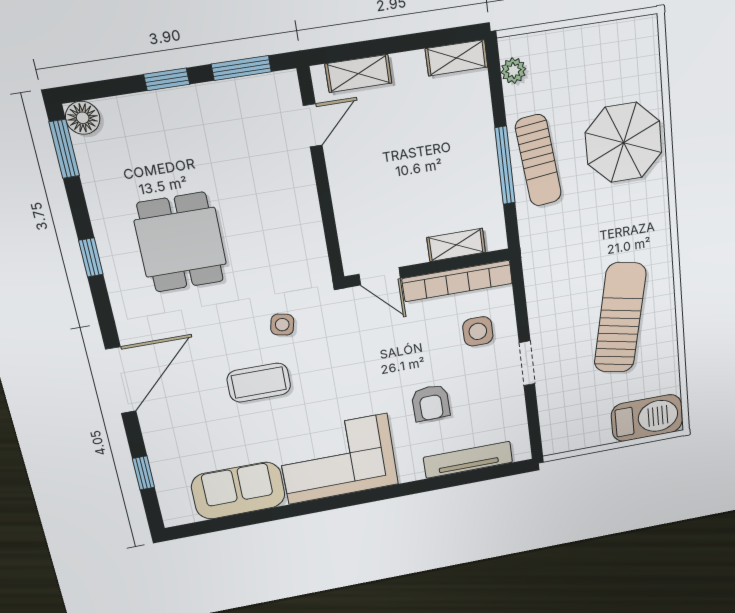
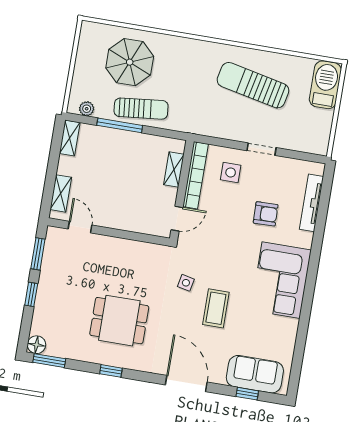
parasol: (624, 142) -> (130, 62), moved
window: (505, 165) -> (120, 125), moved
sofa: (238, 491) -> (255, 374), moved, turned 90

